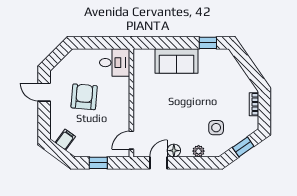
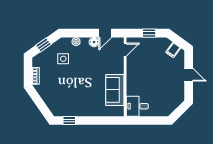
sofa: (176, 61) -> (115, 90), moved, turned -90
door: (44, 92) -> (189, 75), moved
armchair: (84, 97) -> (159, 81), removed

